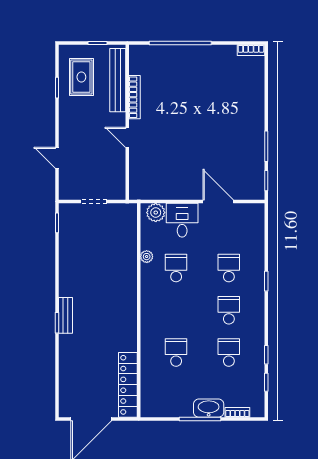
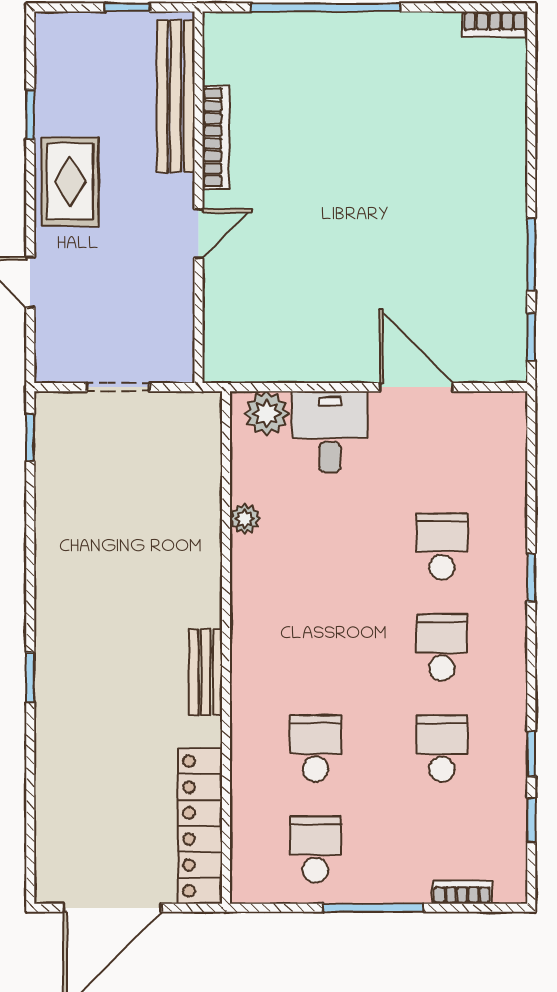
rug: (81, 77) -> (70, 182), moved
door: (127, 137) -> (199, 233), swing flipped
school desk: (176, 268) -> (315, 849), moved
bench: (65, 315) -> (206, 672), moved
washbasin: (209, 408) -> (393, 882), removed

